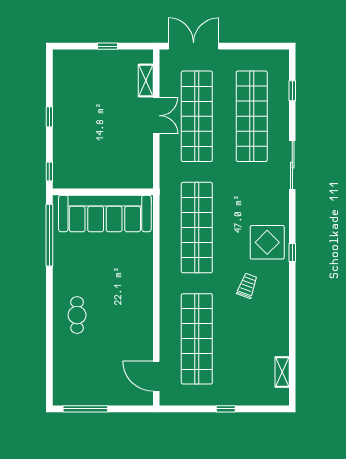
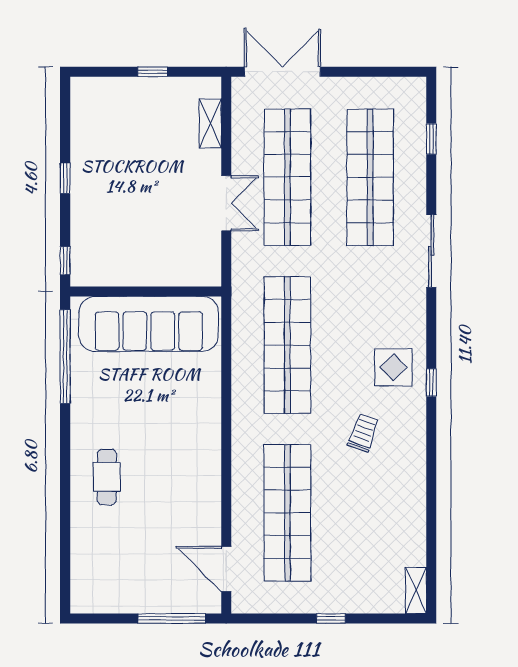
double door: (156, 116) -> (226, 203), moved
display table: (267, 242) -> (393, 367), width x0.73, depth x0.73
shelving: (282, 372) -> (416, 590), moved
window: (85, 409) -> (172, 618), moved

